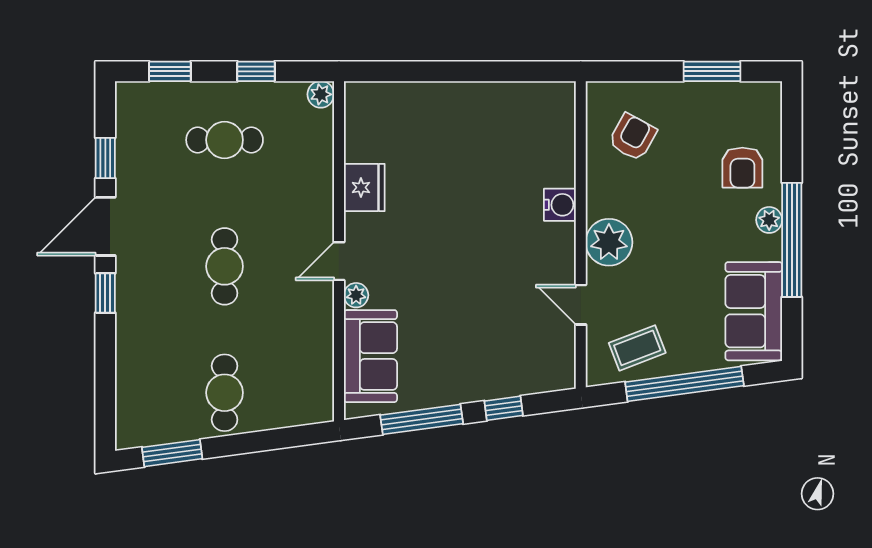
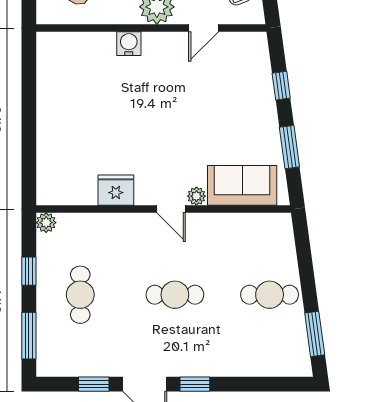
window: (170, 71) -> (29, 336), width x1.50
window: (422, 419) -> (289, 147), width x0.69

